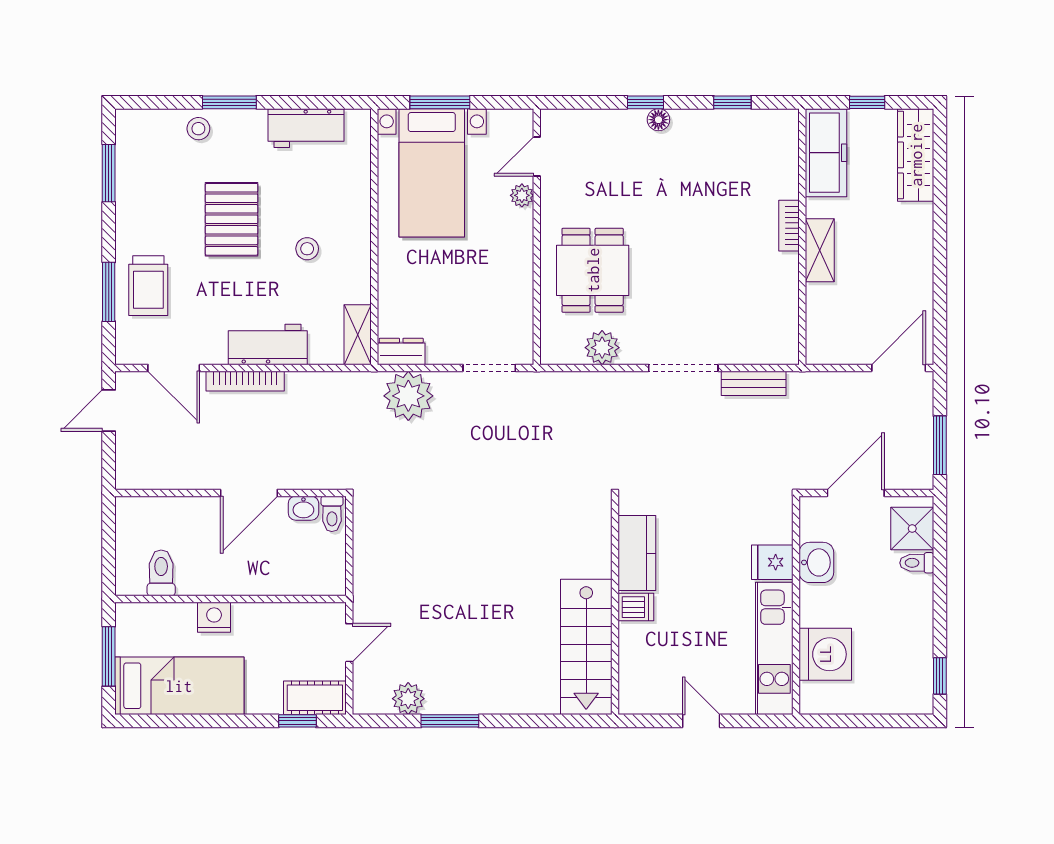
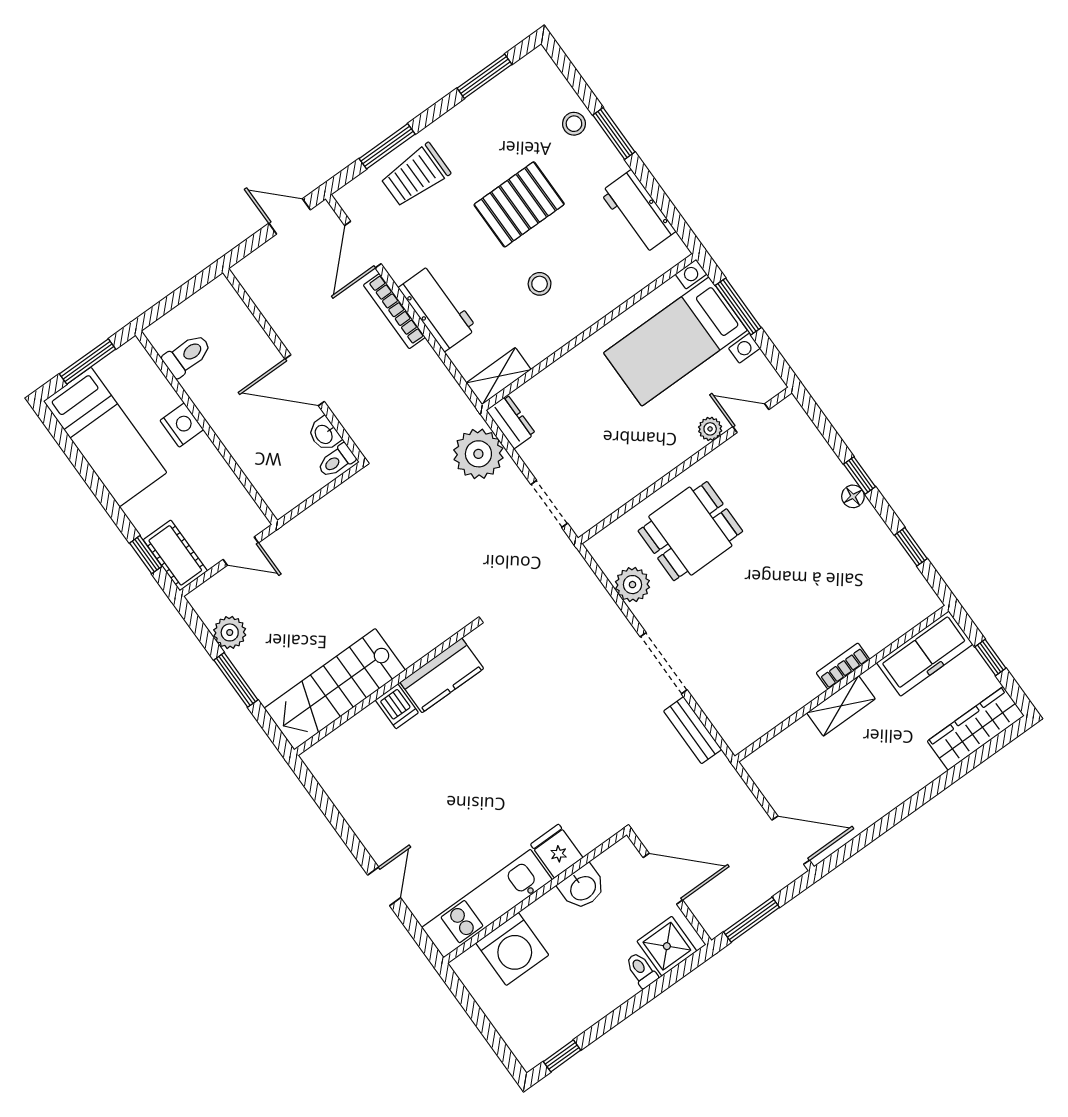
kitchen counter: (637, 553) -> (442, 675), moved
wall: (615, 605) -> (386, 688), moved
dishwasher: (636, 607) -> (397, 706), moved
stairs: (586, 647) -> (335, 689), moved

